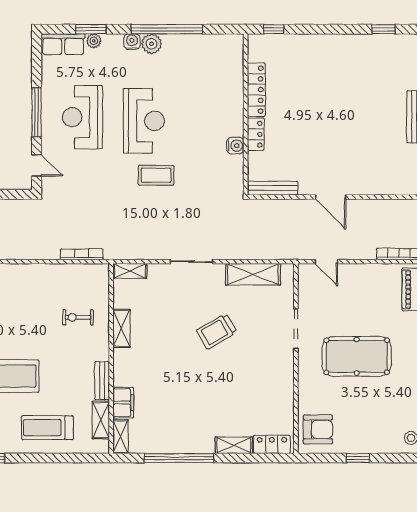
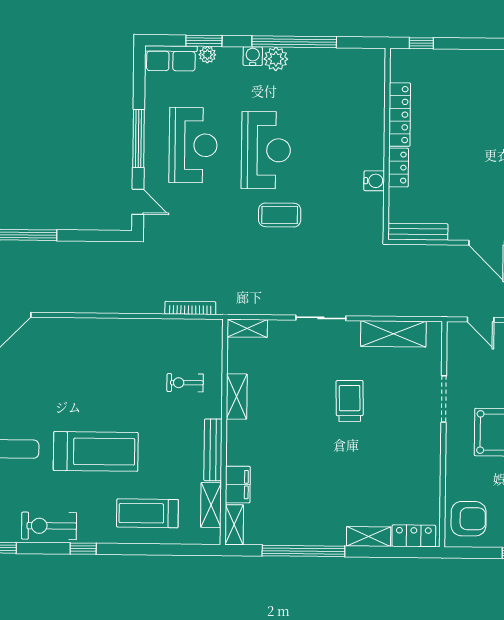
reception desk: (83, 117) -> (193, 145), turned 180
trolley: (217, 331) -> (350, 401), turned 119
bench: (102, 381) -> (213, 450), width x1.36

